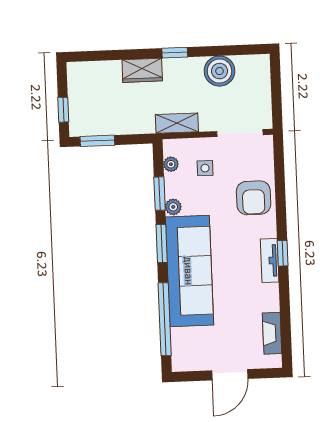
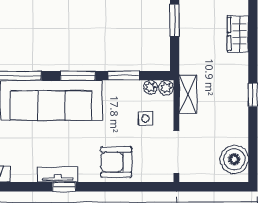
wardrobe: (142, 70) -> (238, 34), moved
boiler: (220, 71) -> (234, 159), moved
plant: (173, 207) -> (166, 88), moved

